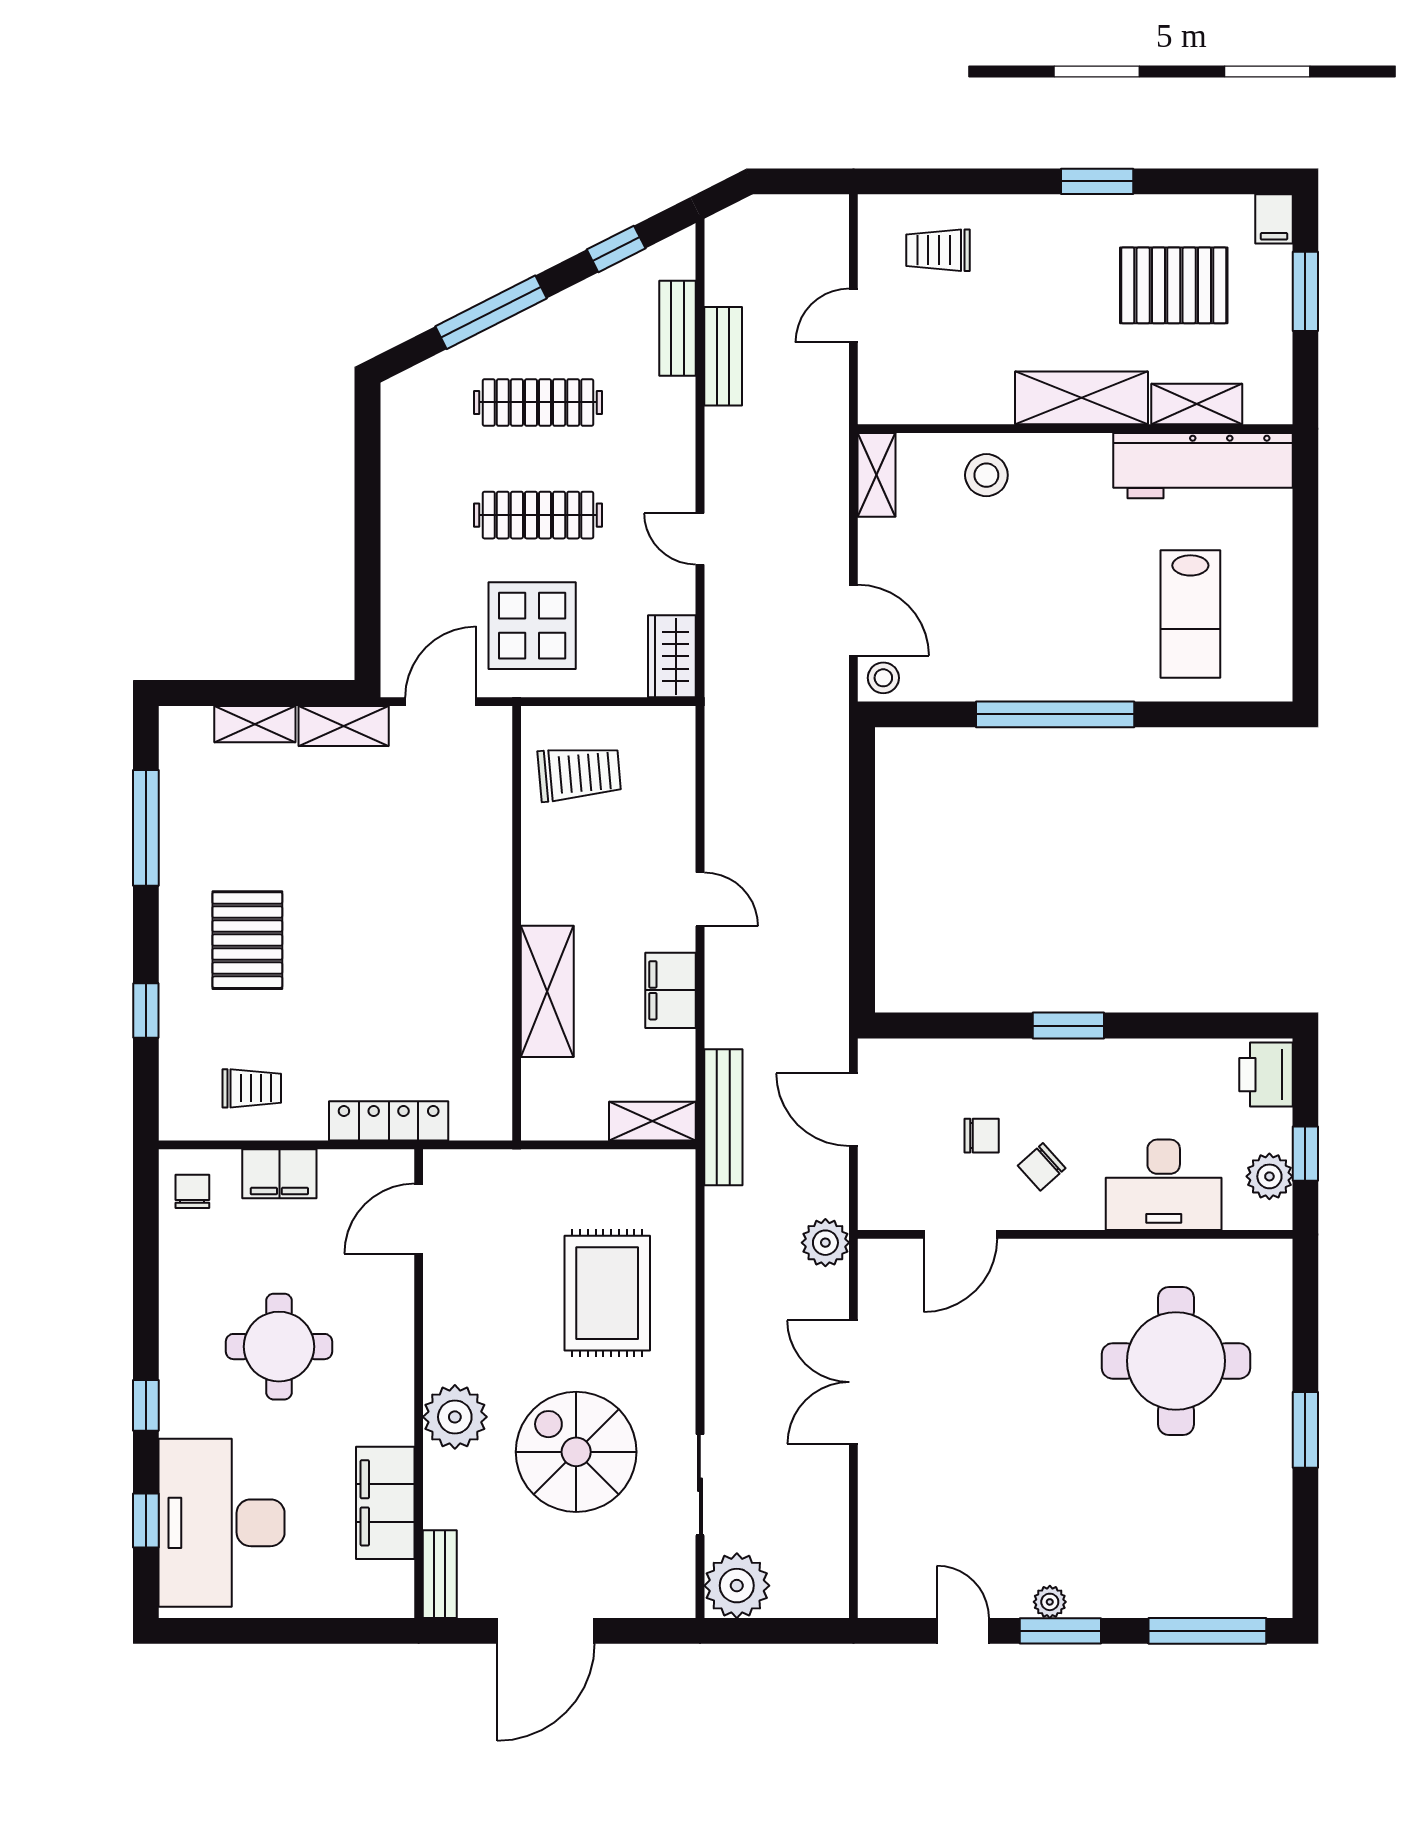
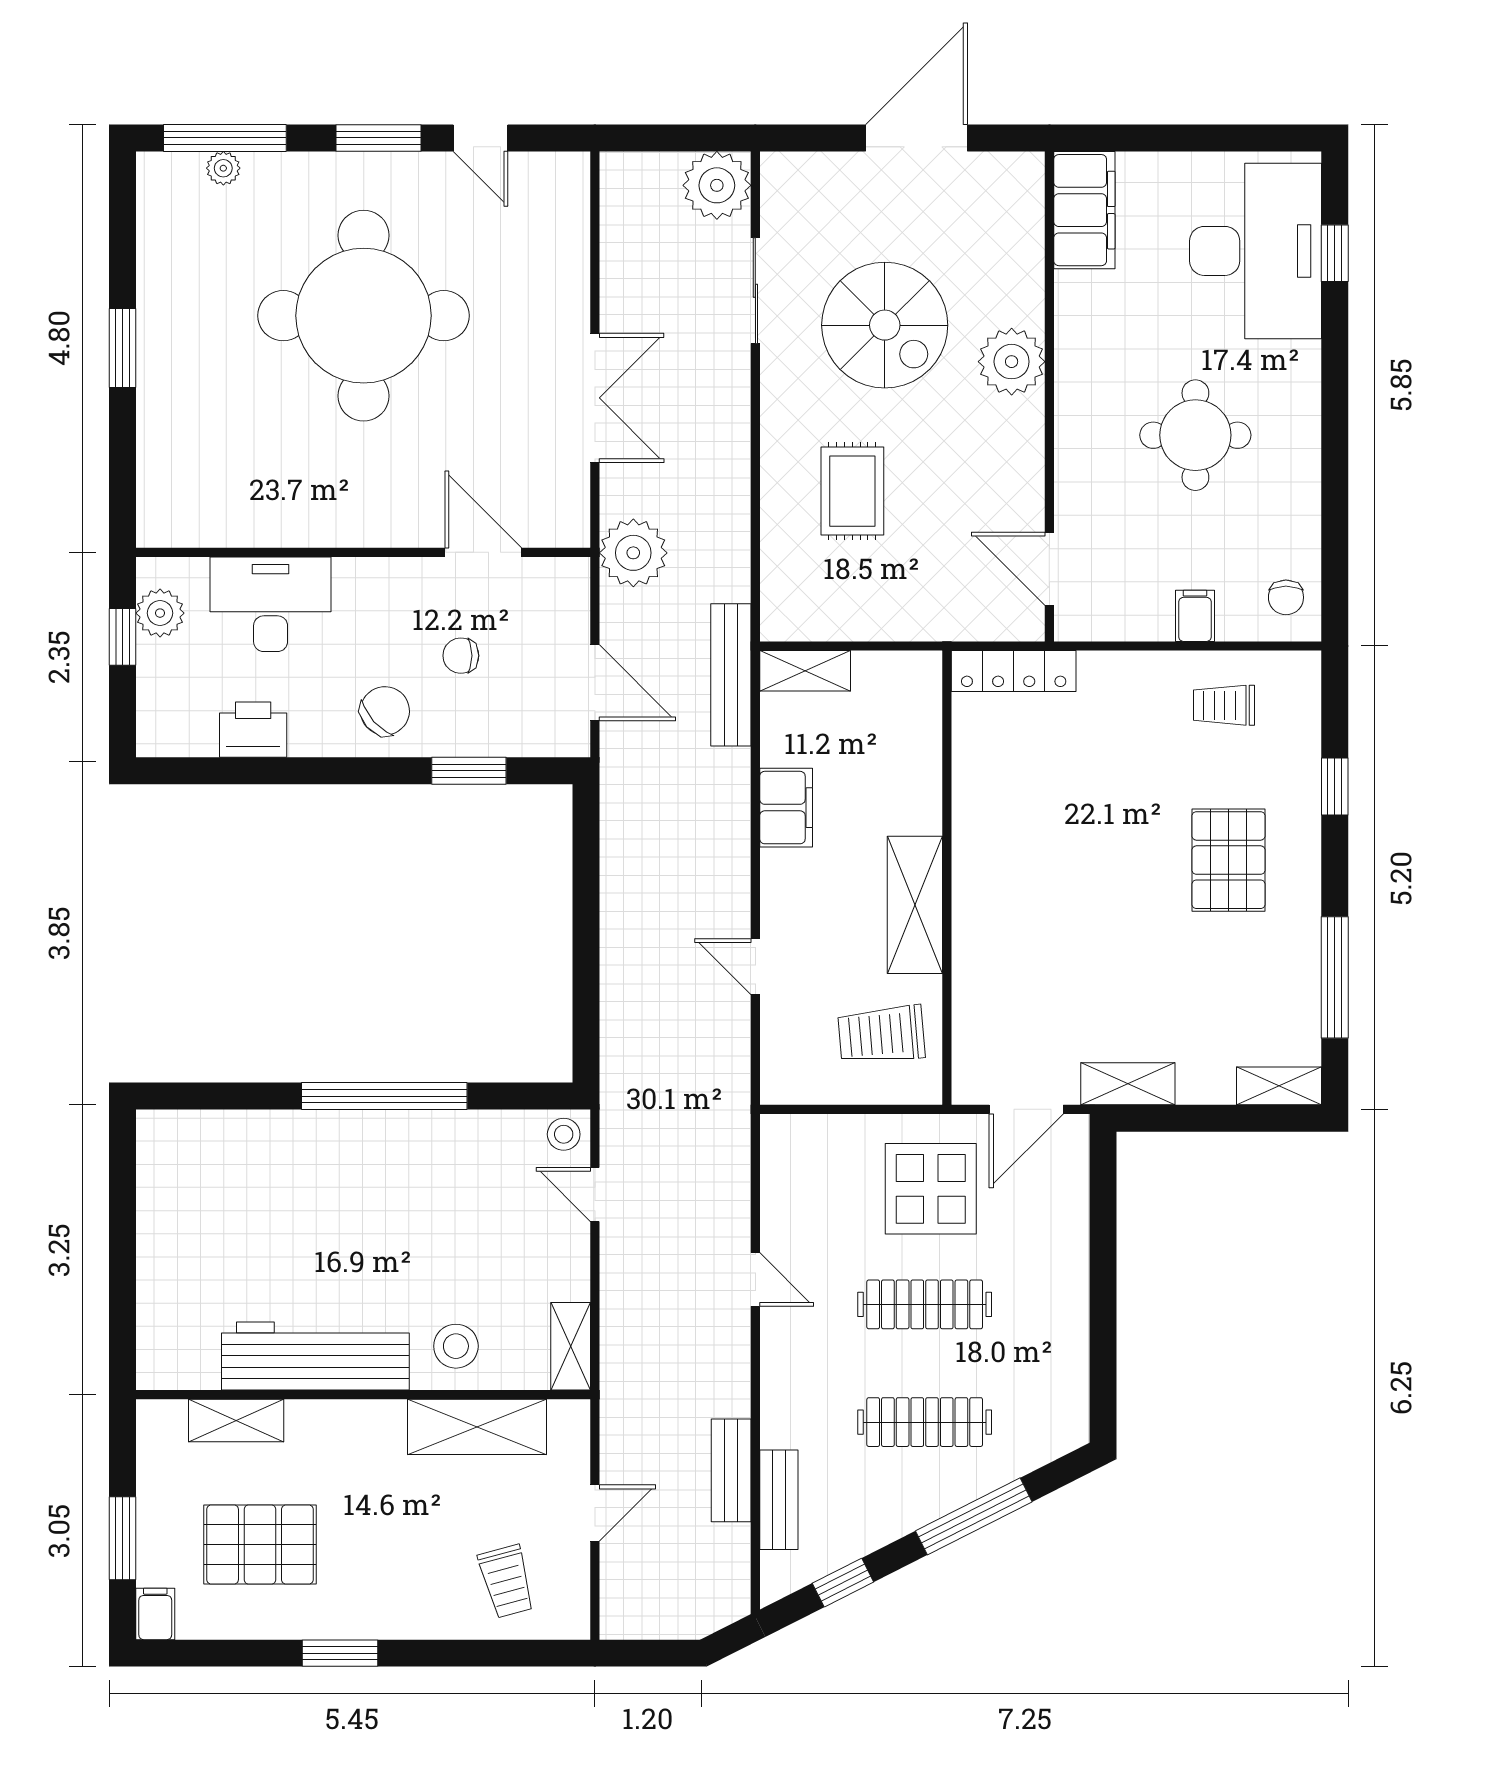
trolley: (938, 250) -> (506, 1581), turned 75
shelving: (1081, 398) -> (477, 1427), moved
workbench: (1203, 466) -> (315, 1356), moved
lab bench: (1190, 614) -> (243, 1201), removed
door: (853, 620) -> (595, 1195), width x0.73
wardrobe: (672, 656) -> (785, 1157), removed
shelving: (255, 724) -> (1279, 1086), moved
door: (700, 899) -> (755, 967), moved
shelving: (547, 991) -> (915, 905), moved
window: (1068, 1026) -> (469, 771), moved
printer: (1266, 1075) -> (253, 730), moved, turned -90
locker: (389, 1121) -> (1014, 671), moved
chair: (1042, 1167) -> (385, 711), moved, width x1.37, depth x1.37
filing cabinet: (279, 1174) -> (1195, 616), width x0.50
door: (419, 1219) -> (1049, 569), swing flipped
door: (960, 1234) -> (483, 552), hinge flipped
plant: (825, 1243) -> (633, 553), width x1.36, depth x1.36
rug: (607, 1293) -> (852, 491), width x0.73, depth x0.70
round table: (1176, 1361) -> (364, 316), moved, width x1.36, depth x1.36
window: (146, 1405) -> (1335, 374), removed
filing cabinet: (385, 1503) -> (1084, 210), moved
bench: (440, 1574) -> (1027, 197), removed
plant: (1050, 1602) -> (223, 168), moved

